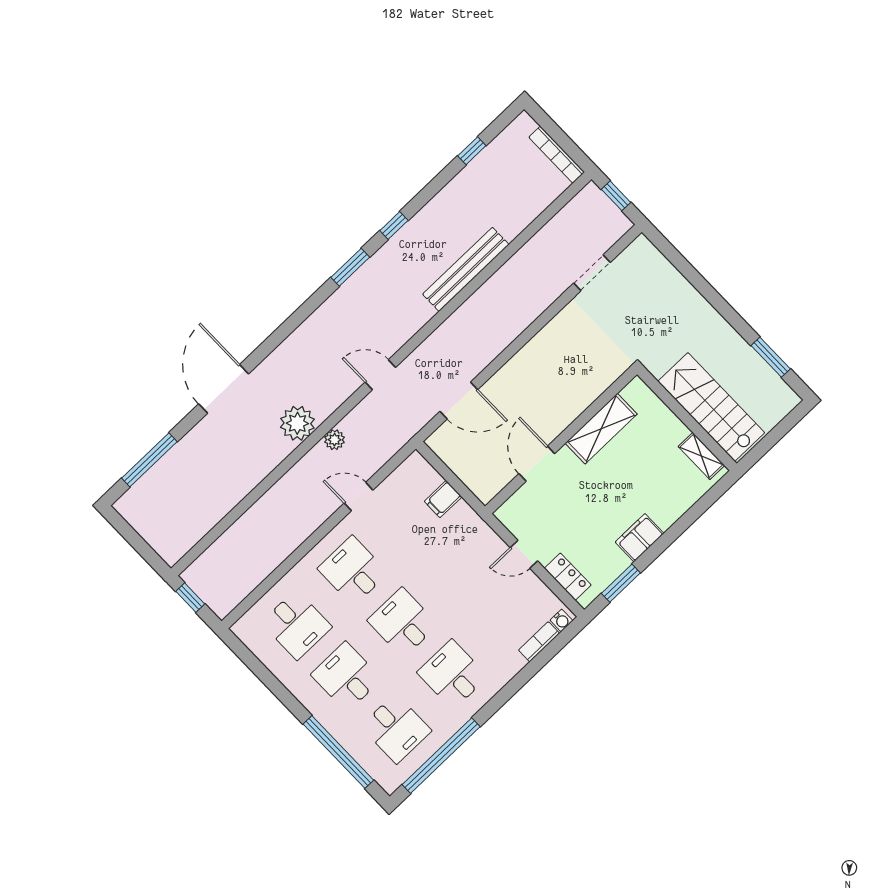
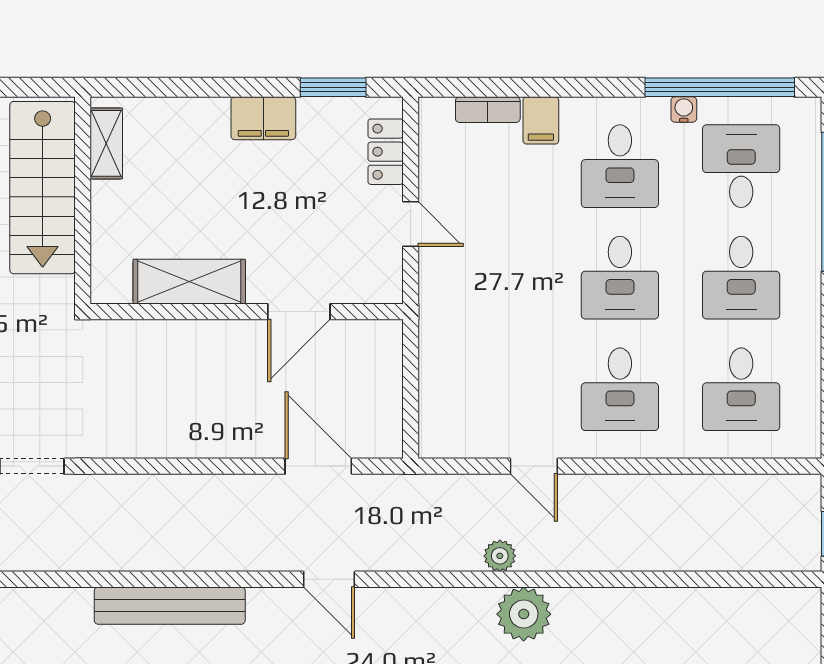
door: (380, 375) -> (329, 579), moved
filing cabinet: (443, 499) -> (541, 120), moved, turned 90
water cooler: (561, 620) -> (684, 109), moved
desk: (297, 625) -> (741, 389), turned 180

